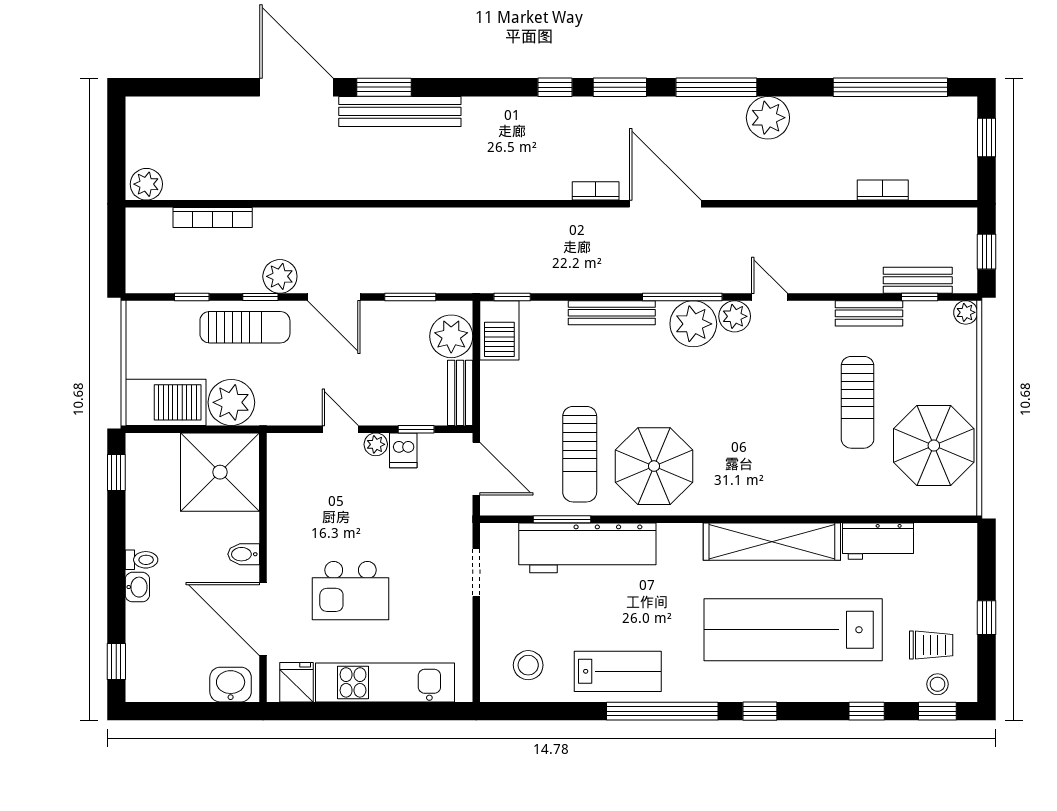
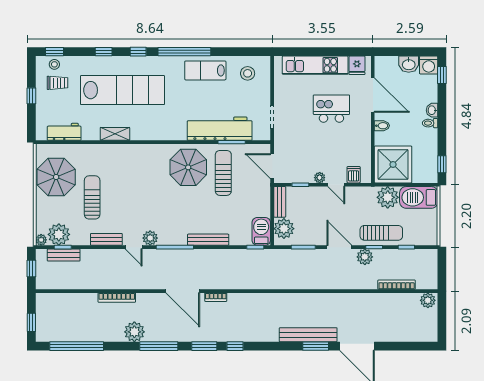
bookcase: (883, 190) -> (117, 298), moved, width x1.56
bench: (869, 313) -> (106, 239), moved
plant: (693, 324) -> (59, 234), moved
sun lounger: (245, 327) -> (381, 233), turned 180
dishwasher: (403, 450) -> (354, 175), moved
workbench: (878, 541) -> (64, 132), moved
shelving: (772, 542) -> (115, 134), width x0.45, depth x0.75
trolley: (931, 645) -> (57, 83), turned 180
washing machine: (145, 683) -> (429, 65), added
washbasin: (231, 685) -> (409, 64), moved
window: (867, 711) -> (104, 52), moved

